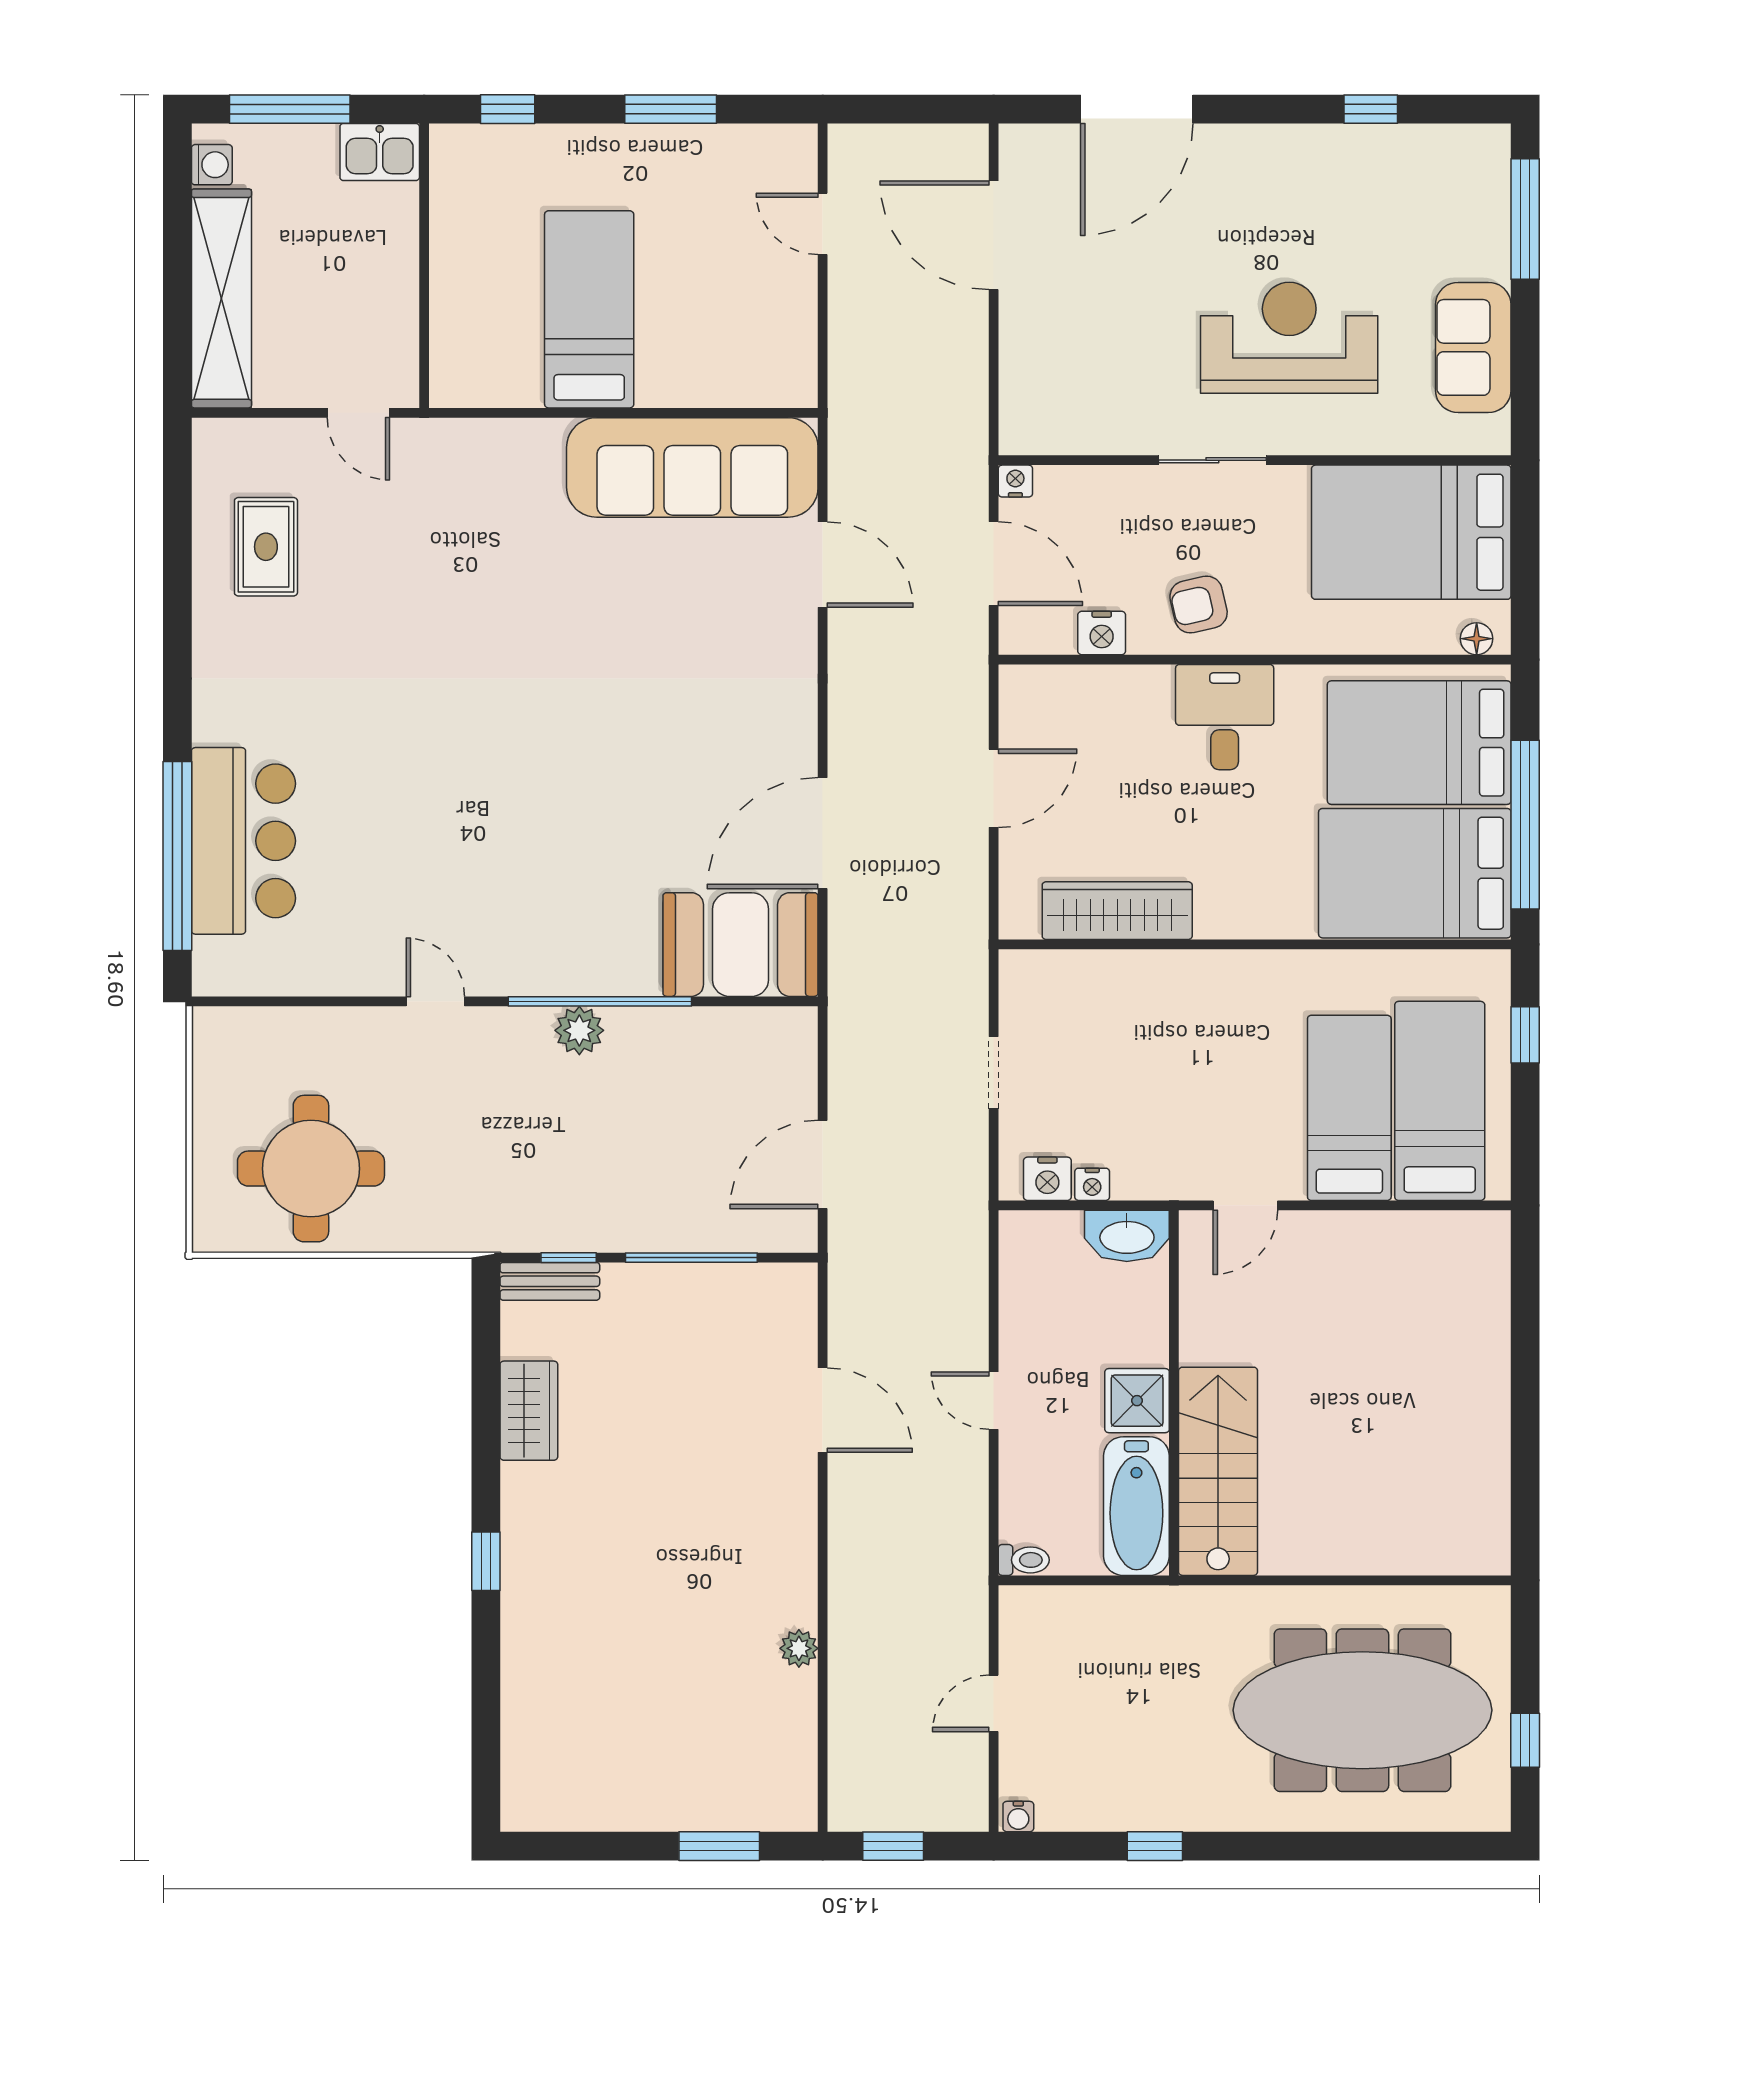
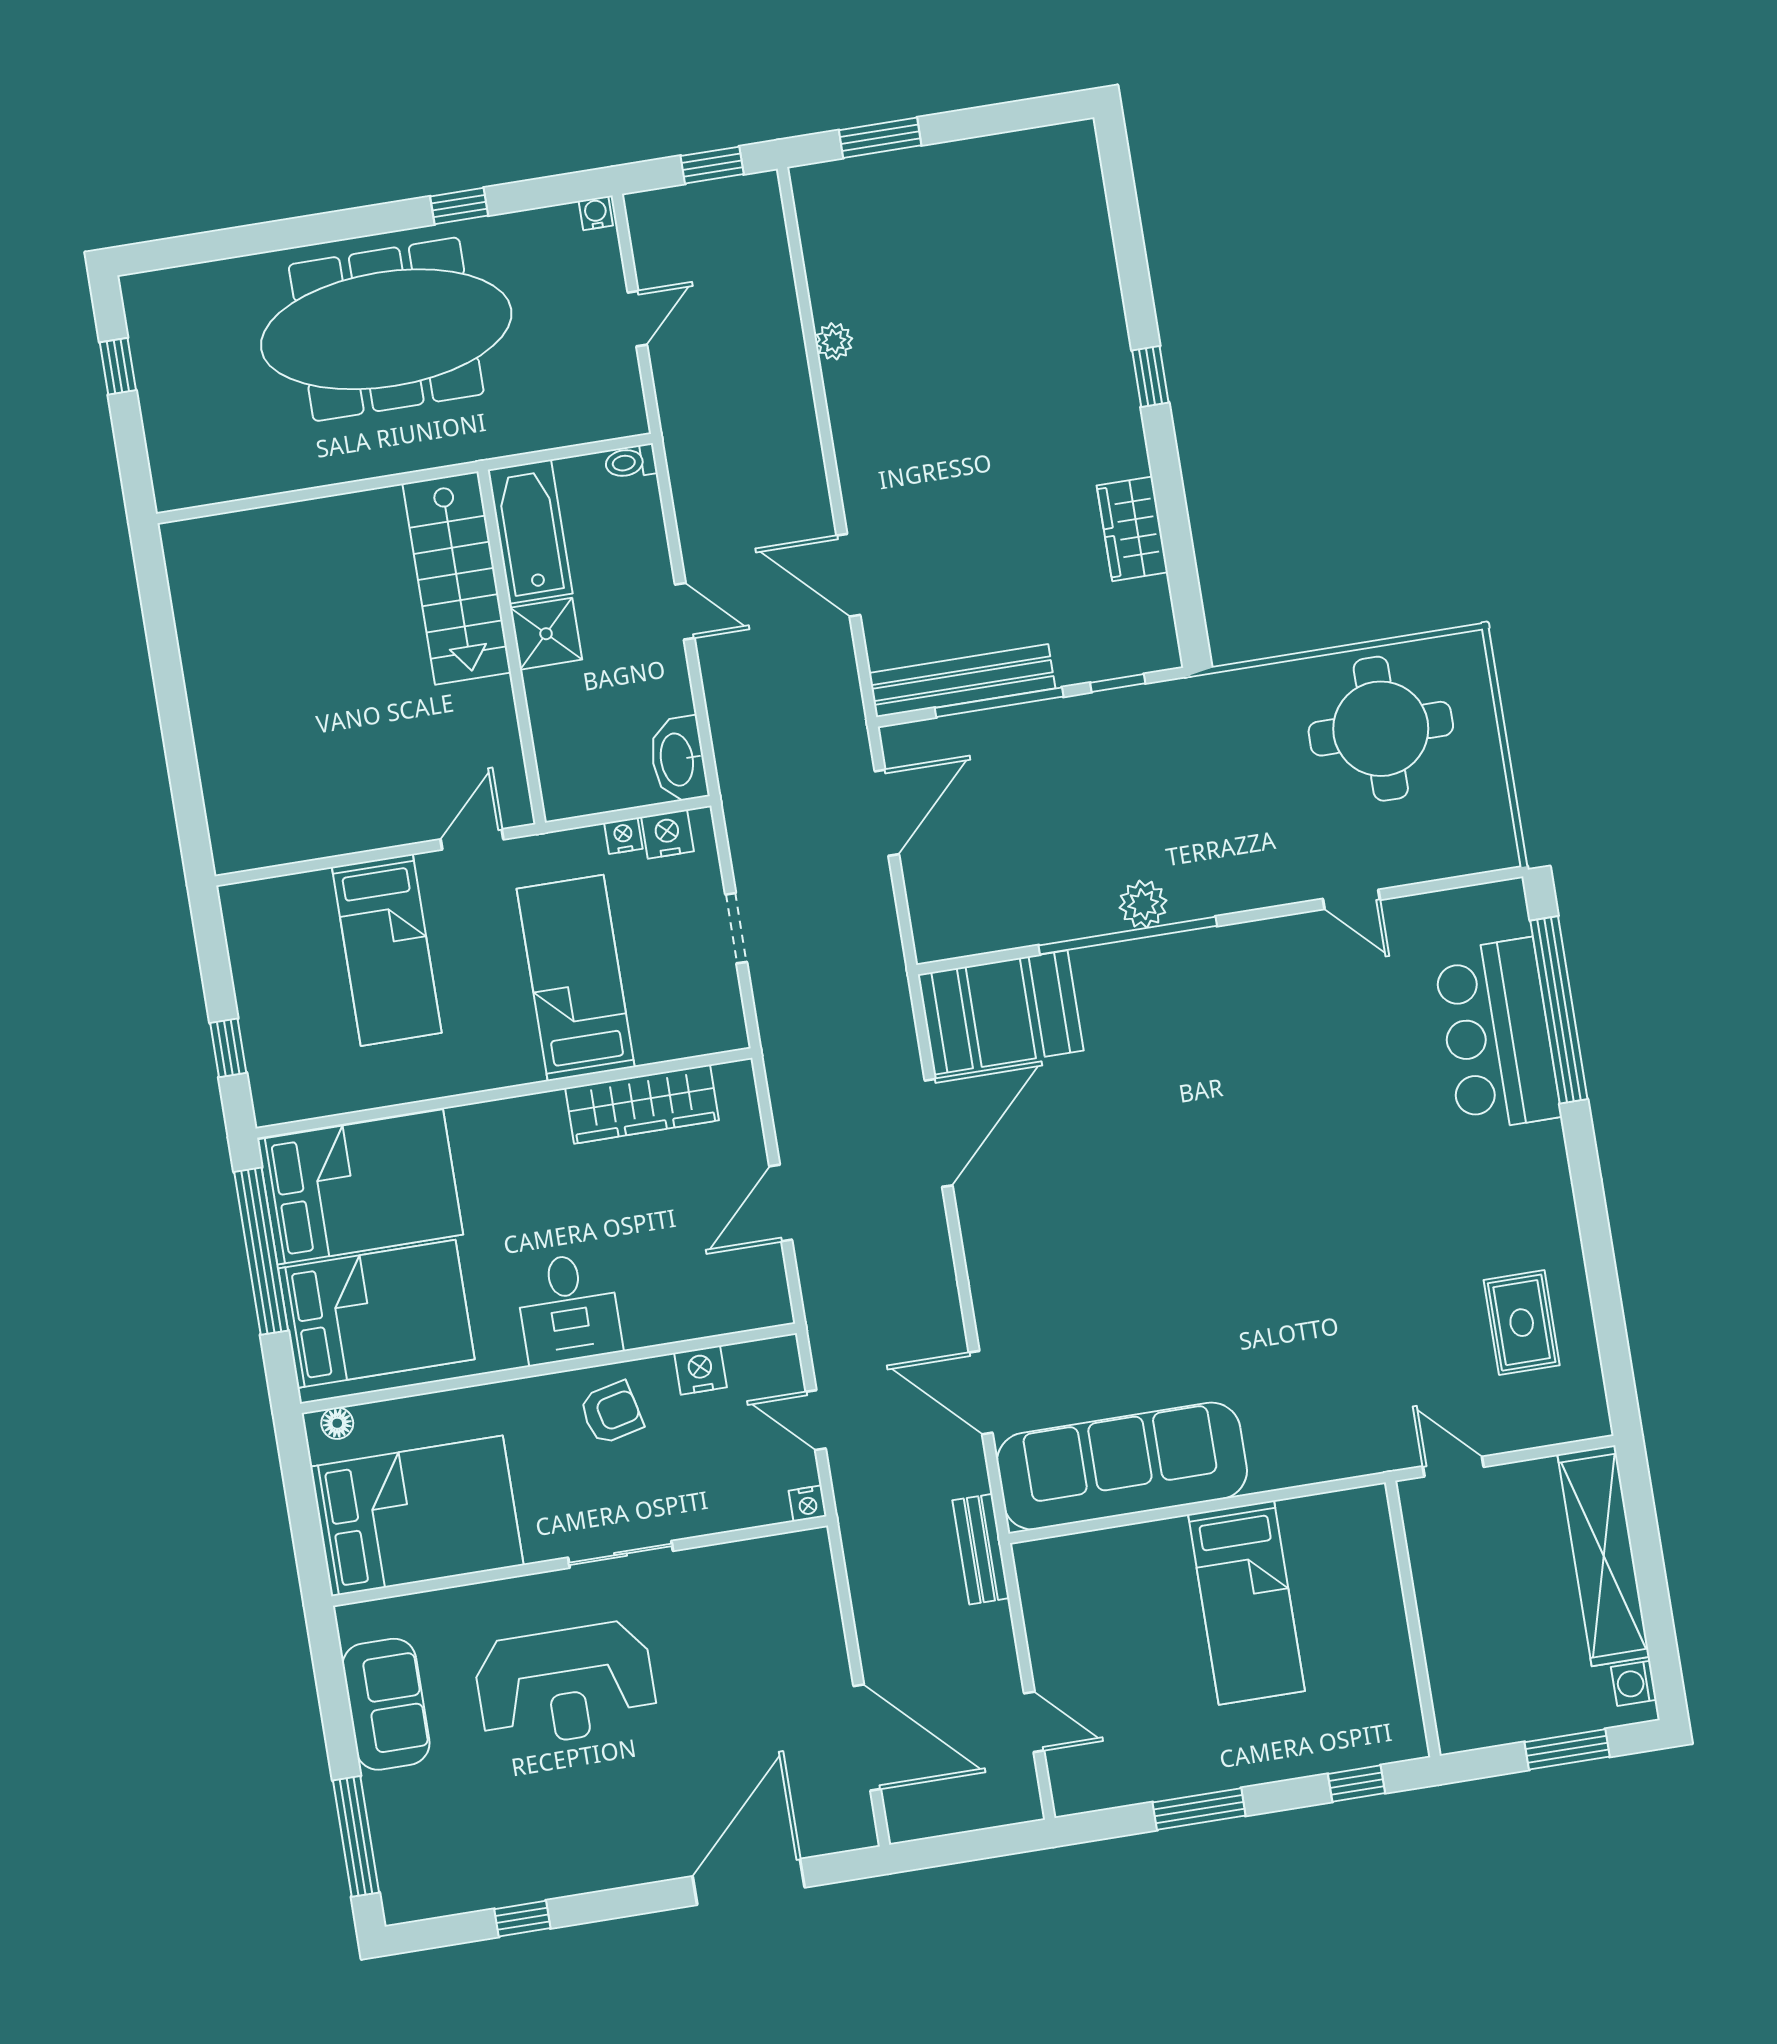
window: (290, 109) -> (1567, 1749), width x0.69
kitchen sink: (380, 152) -> (1474, 1722), removed
bench: (848, 407) -> (981, 1549), added
door: (994, 564) -> (816, 1420), width x0.73
door: (435, 1001) -> (1351, 899), moved
bed: (1440, 1101) -> (576, 978), moved, turned 180
washbasin: (1127, 1236) -> (678, 759), moved, turned -90
bench: (550, 1281) -> (962, 681), moved, width x1.86, depth x1.21
meeting table: (1362, 1710) -> (386, 329), moved

